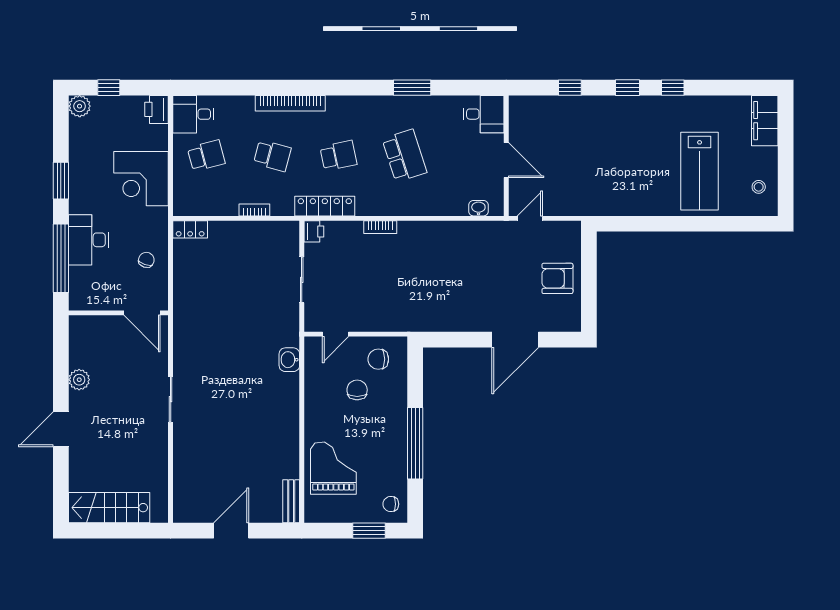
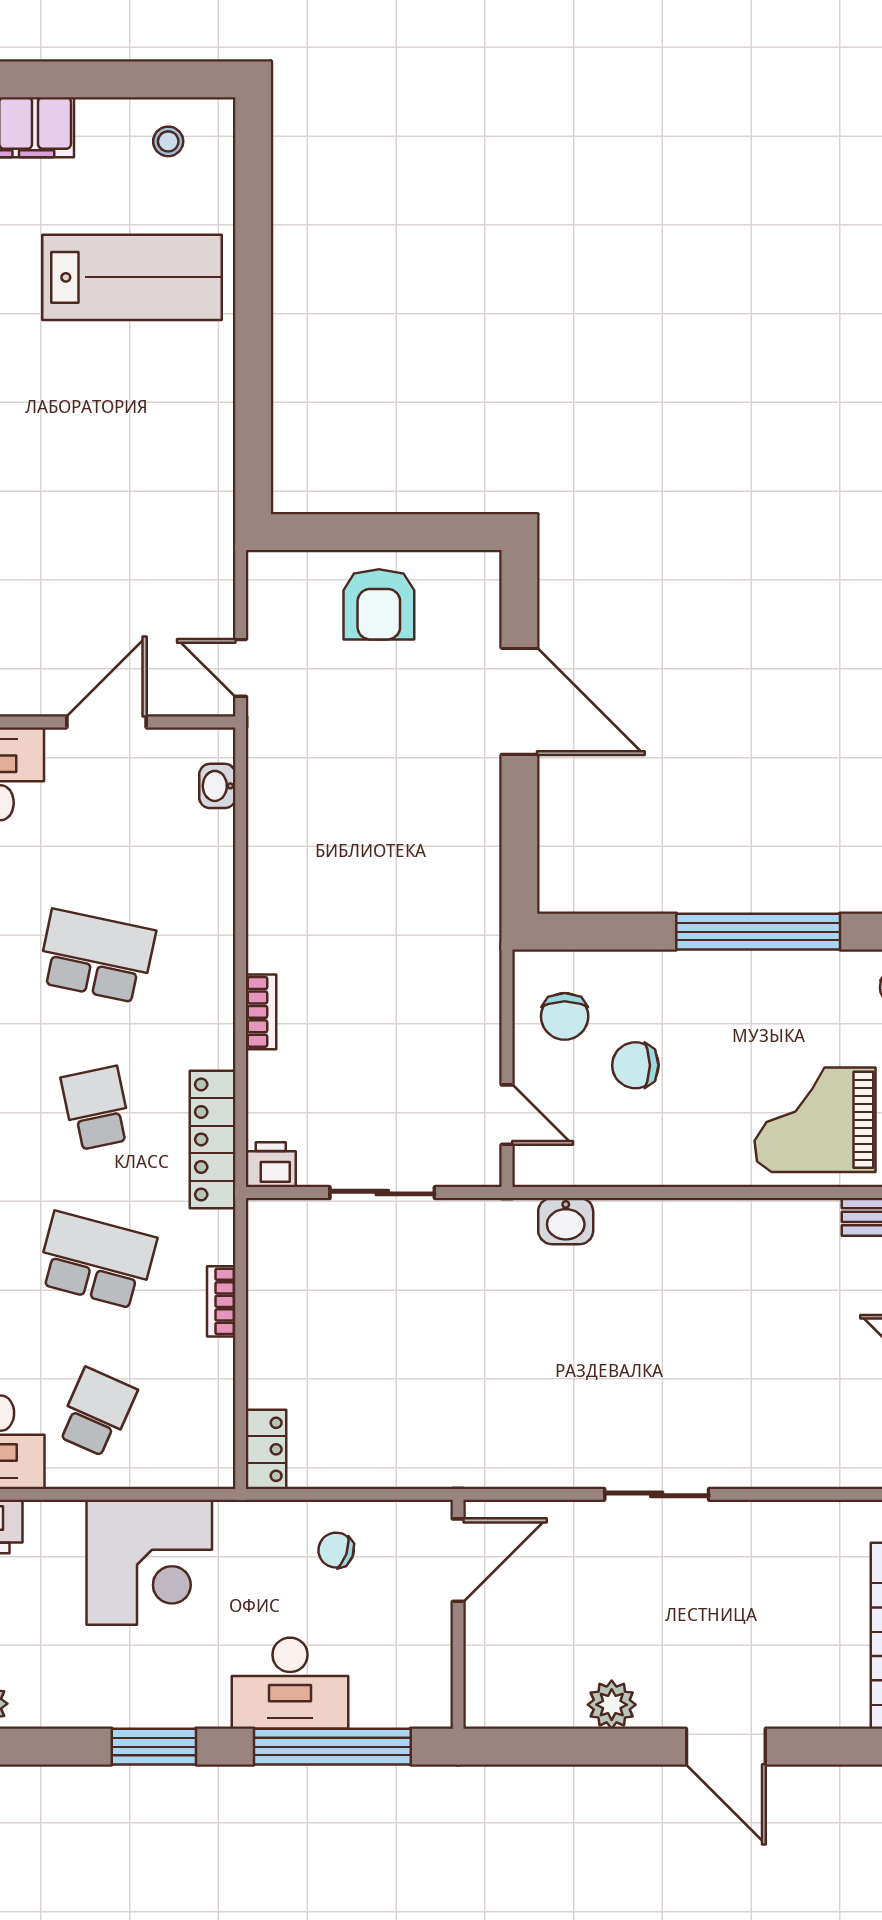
school desk: (206, 156) -> (96, 1412), turned 39
school desk: (272, 156) -> (96, 1260), width x1.85
school desk: (404, 156) -> (96, 956), turned 30

